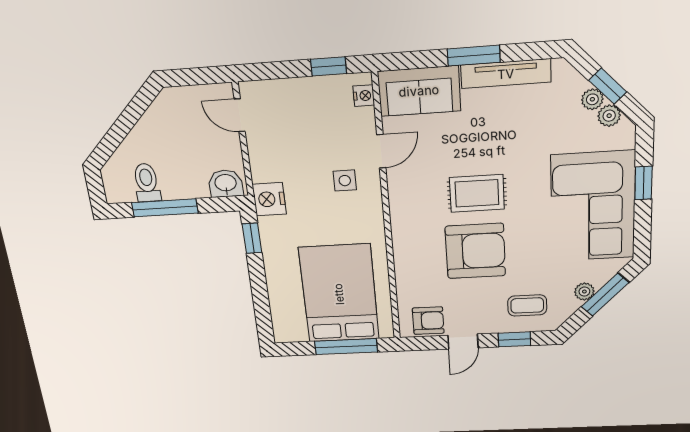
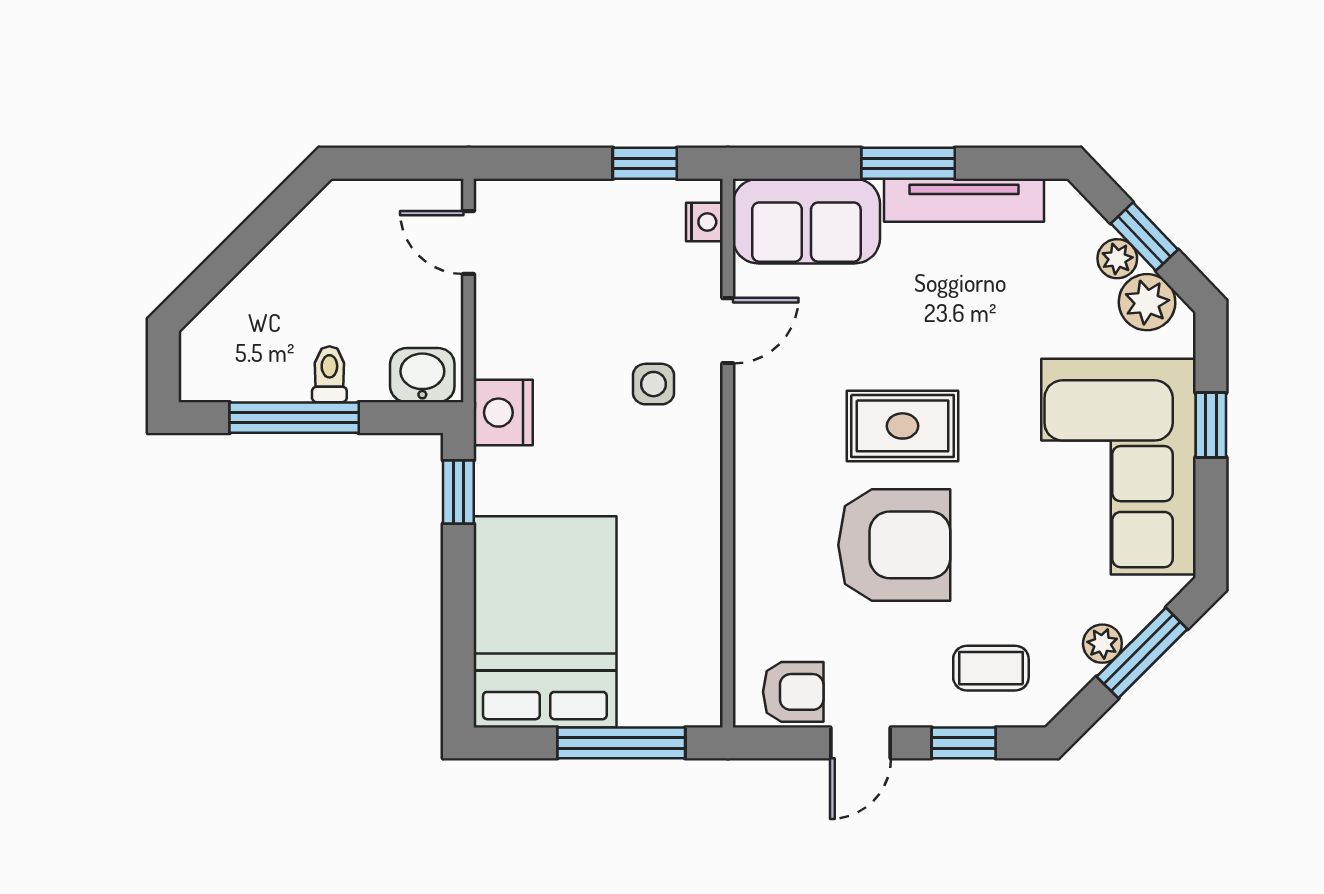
plant: (609, 116) -> (1147, 302), width x1.38, depth x1.38
toilet: (147, 183) -> (329, 374), moved, width x0.73, depth x0.72
bed: (339, 294) -> (545, 622), moved

